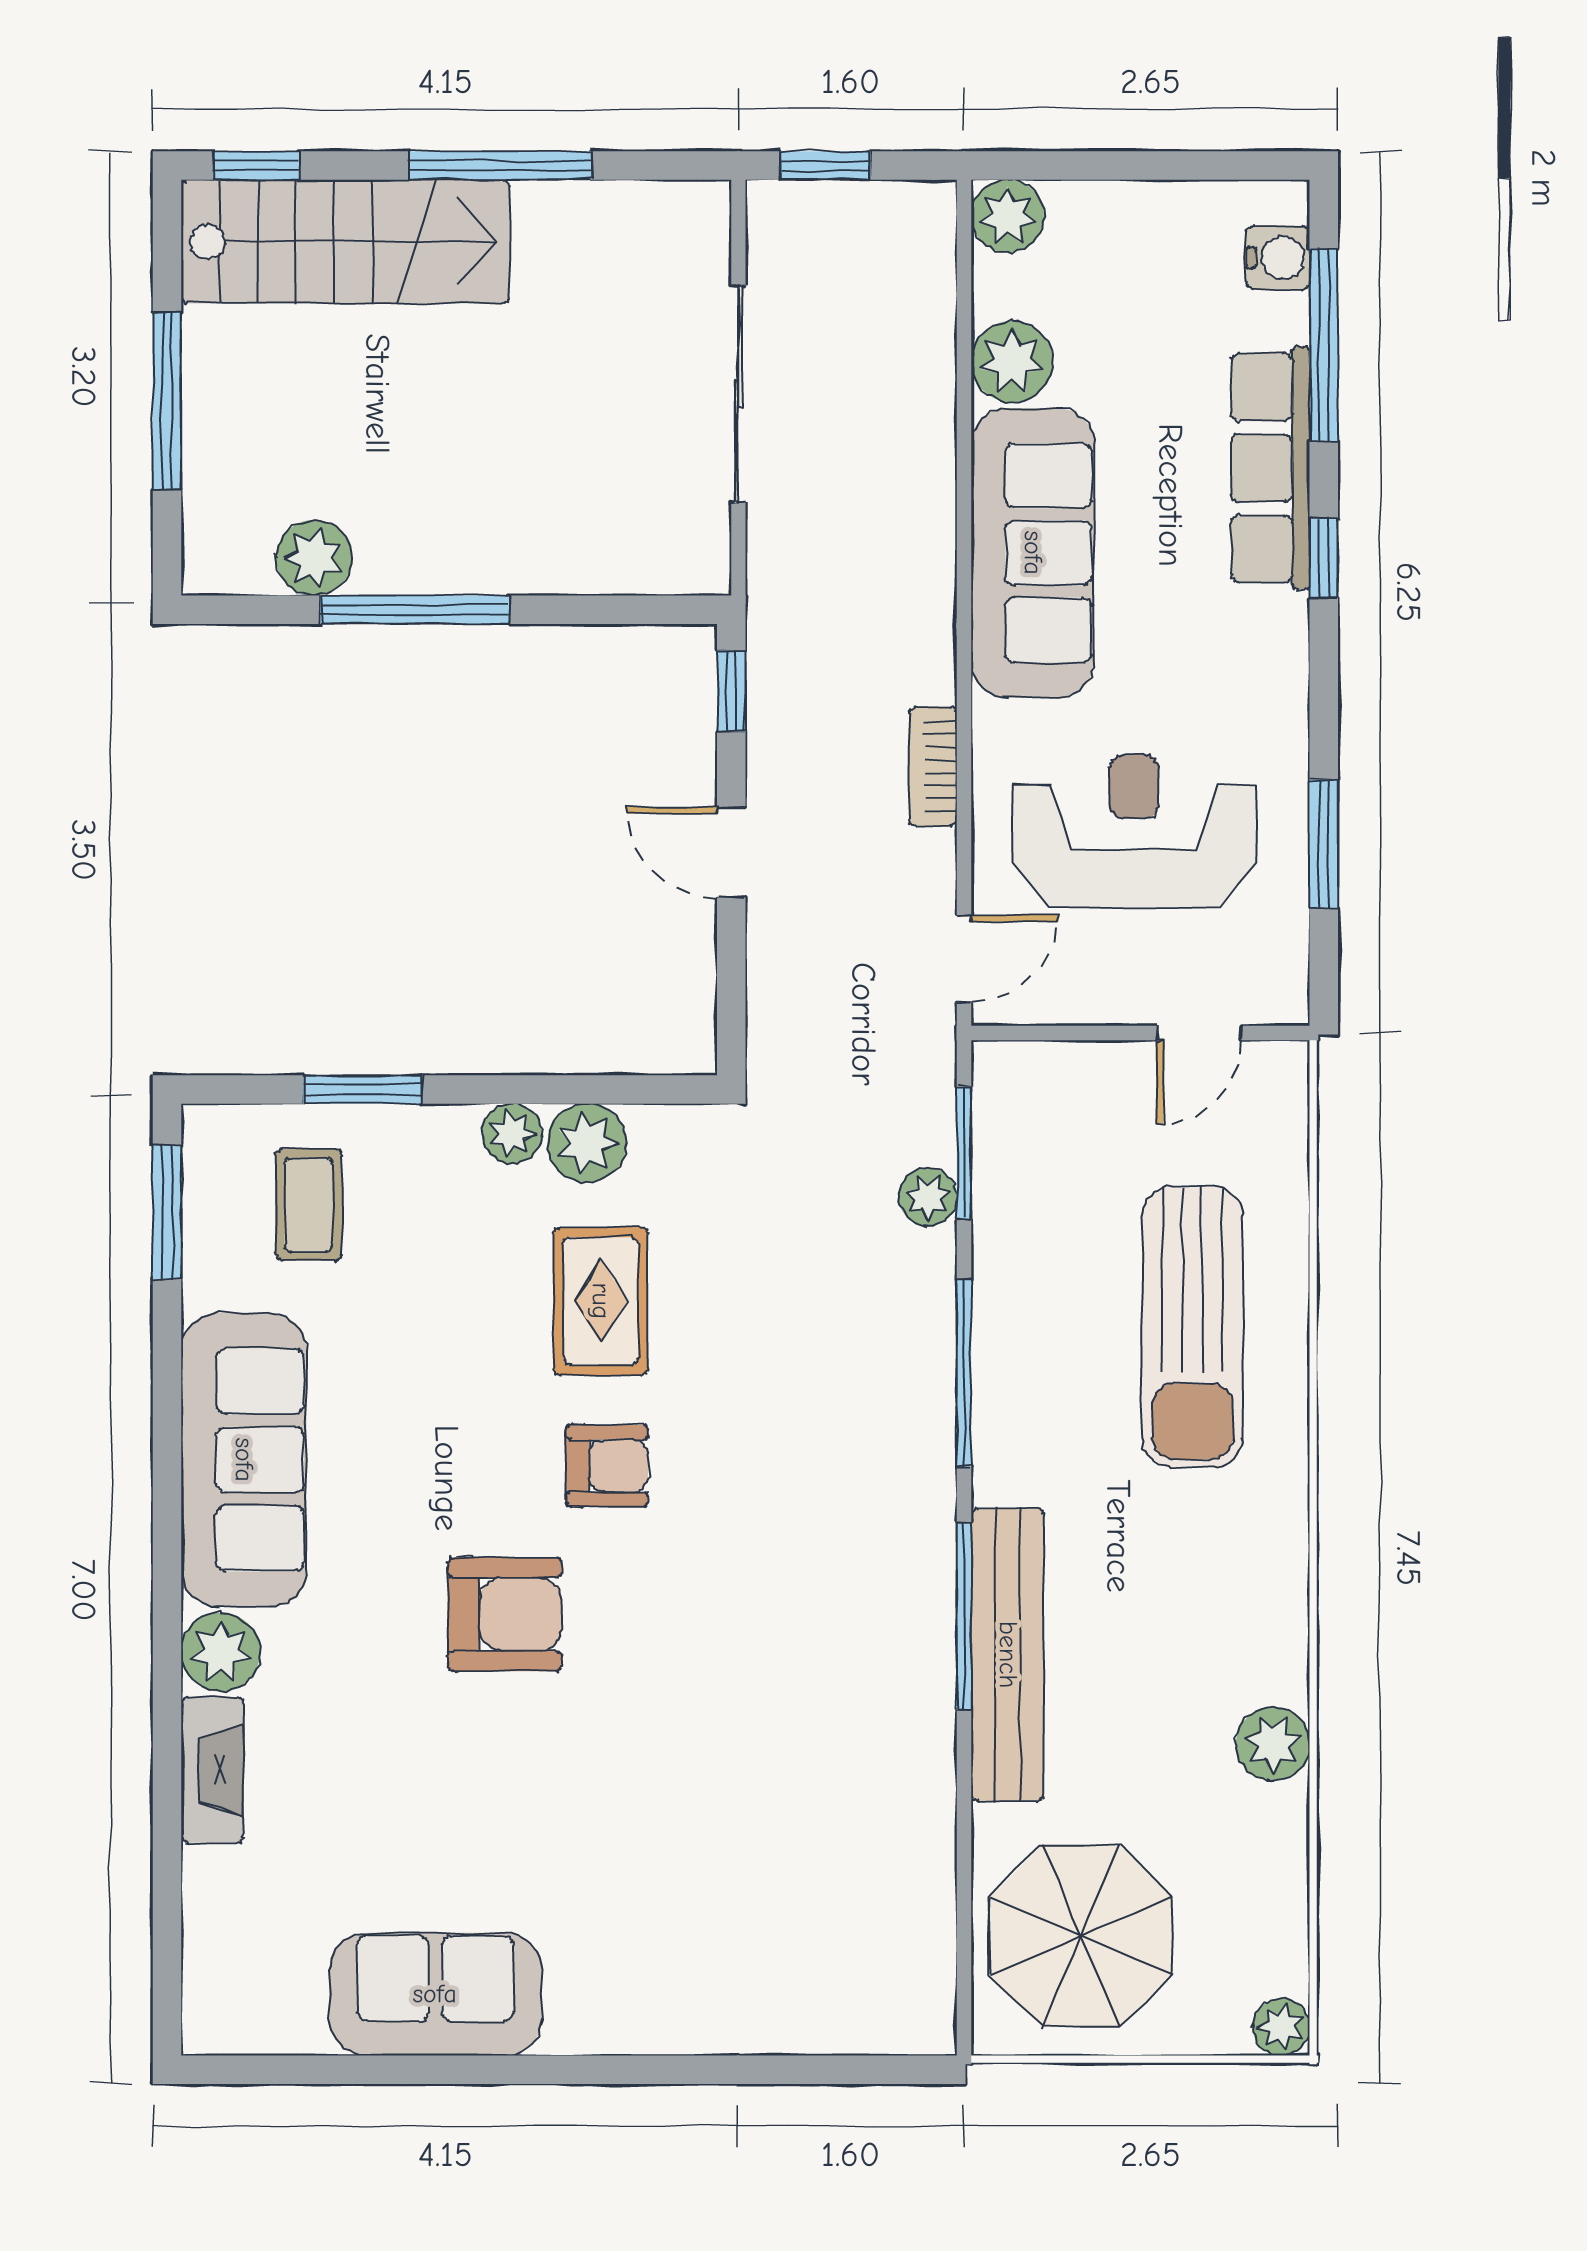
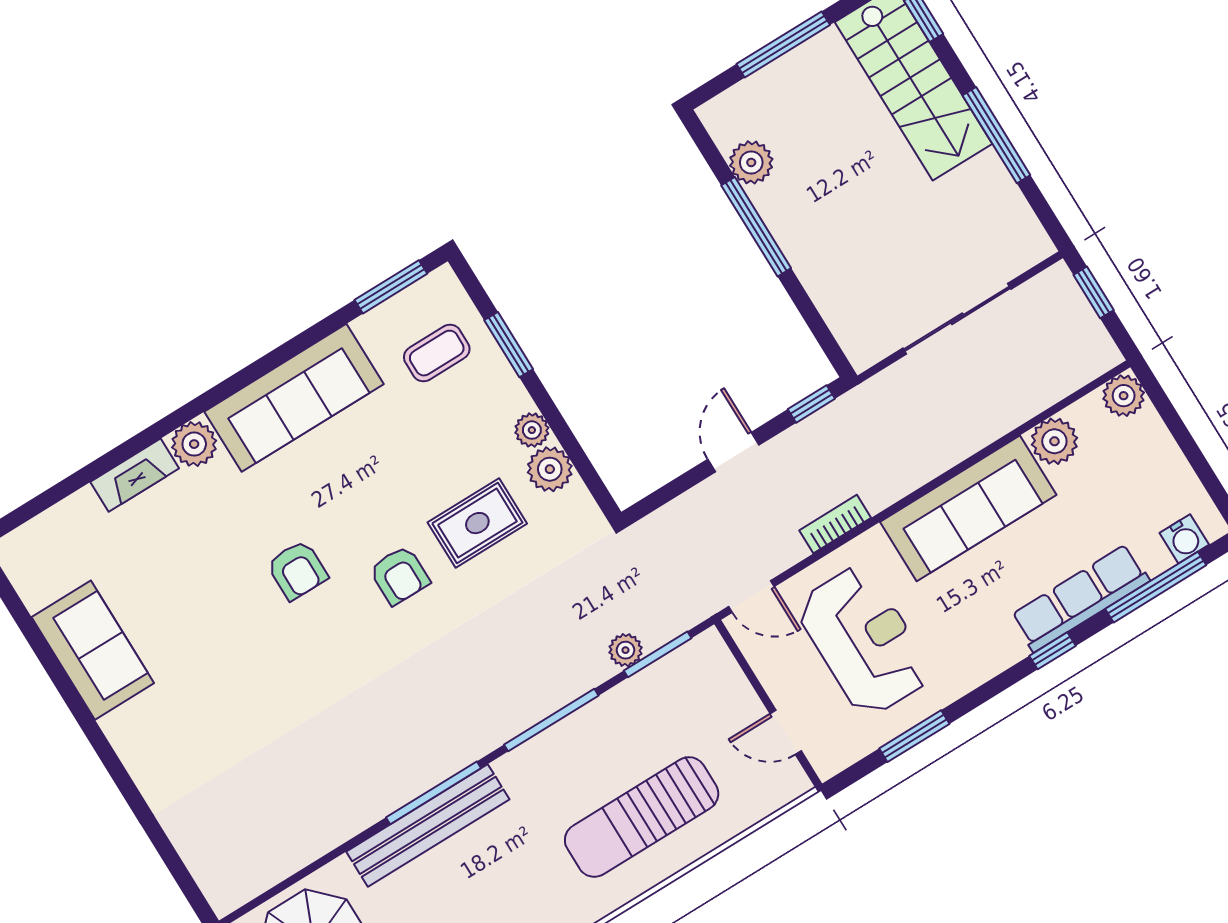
armchair: (505, 1614) -> (297, 570), width x0.72, depth x0.72

